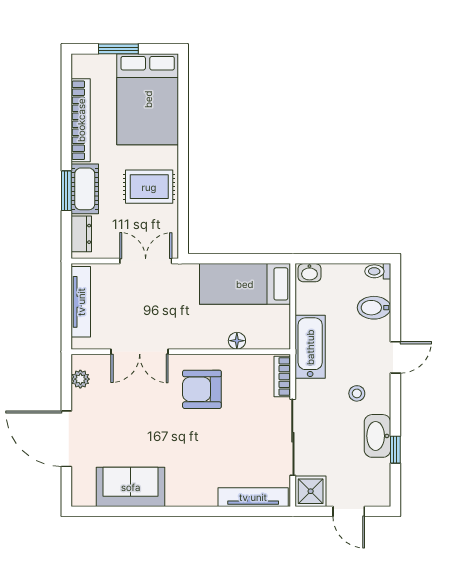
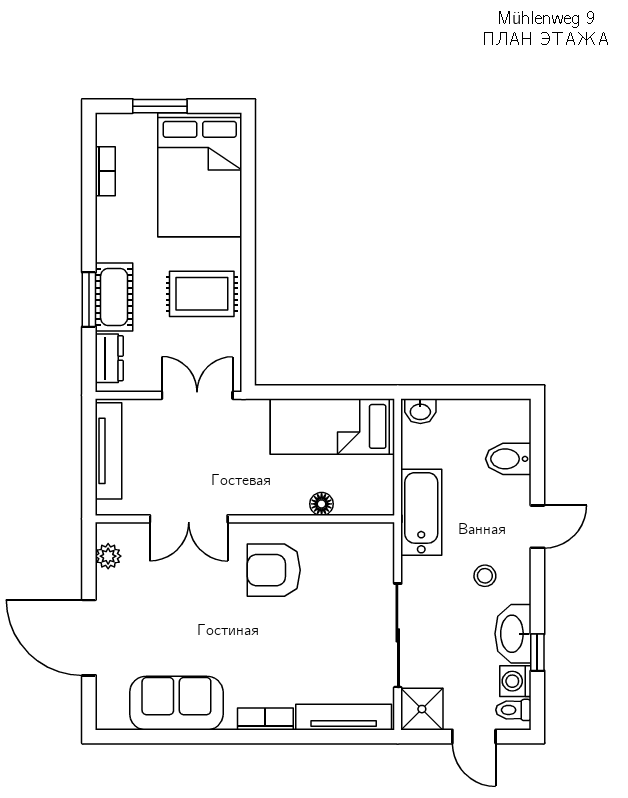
bookcase: (81, 120) -> (105, 171), width x0.43, depth x0.76
toilet: (378, 271) -> (513, 710), moved
bookcase: (282, 376) -> (265, 719), moved, turned 90
washing machine: (379, 471) -> (515, 681), added

